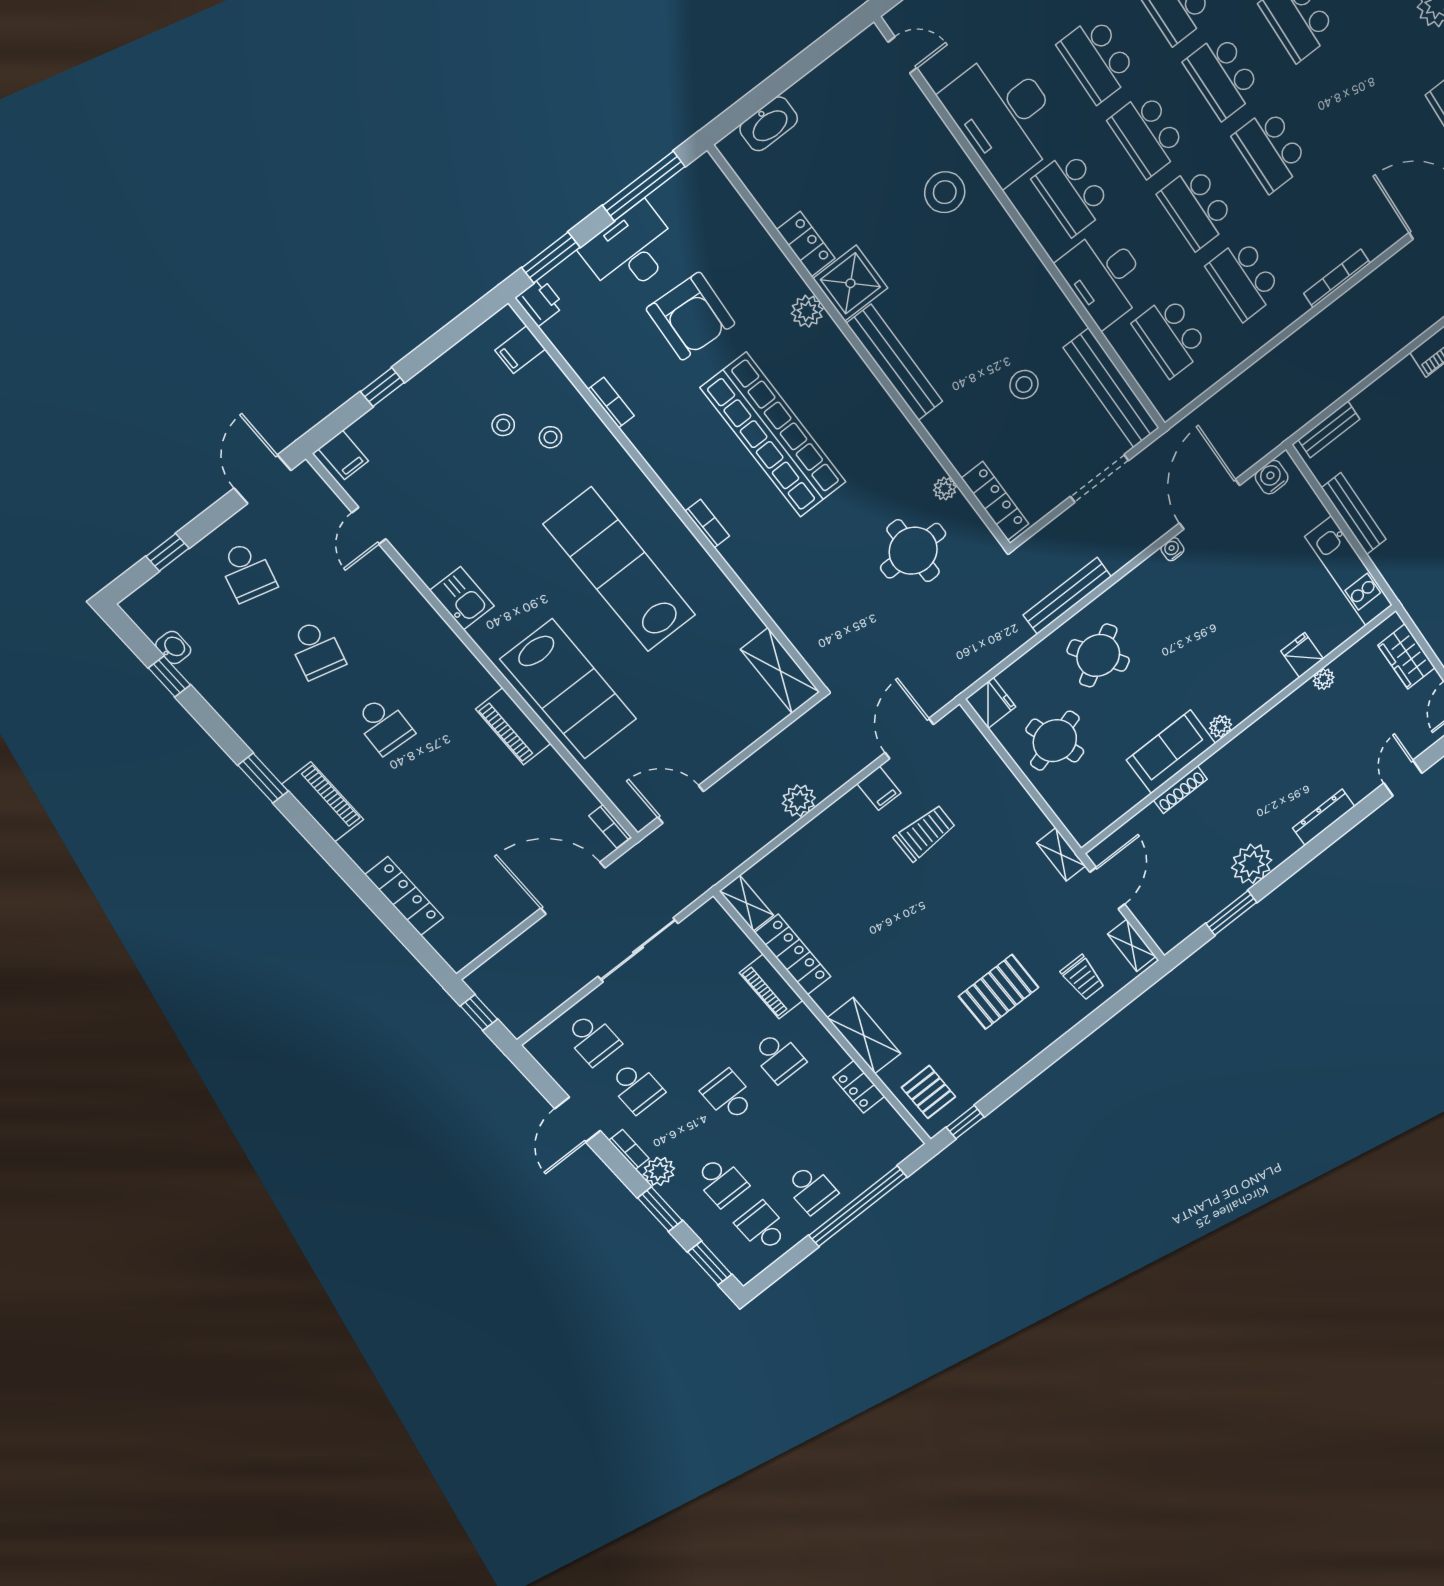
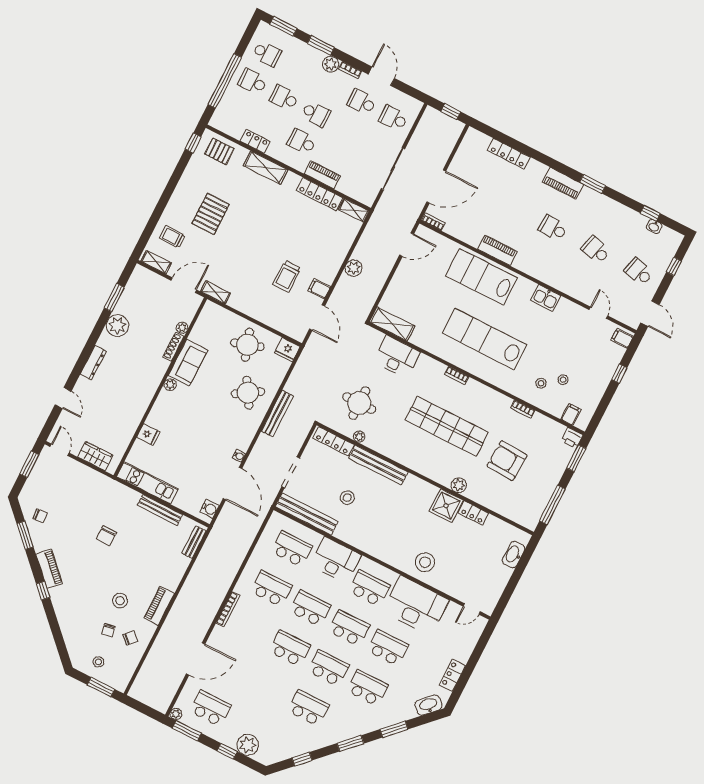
desk: (631, 250) -> (397, 357), moved, turned -90
bench: (895, 363) -> (378, 465), moved
lab bench: (620, 570) -> (484, 339), turned 180
plant: (1324, 679) -> (182, 328), moved
door: (1107, 888) -> (184, 285), swing flipped
school desk: (721, 1181) -> (284, 98), moved

